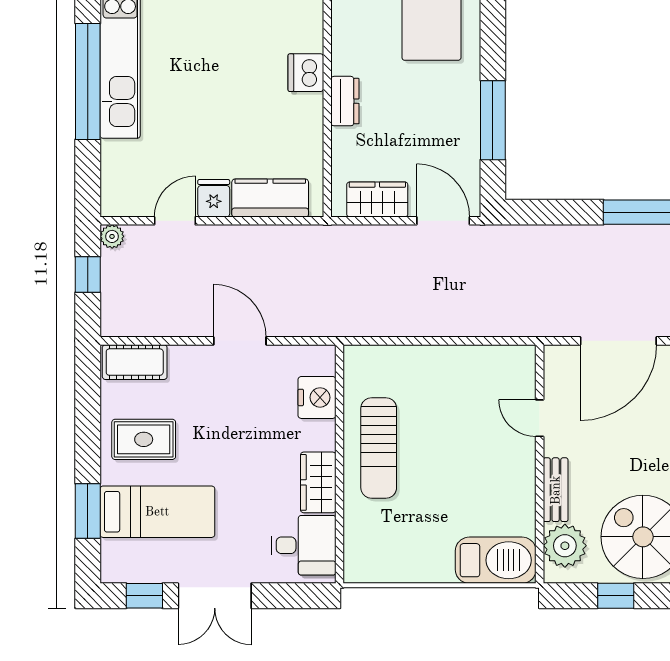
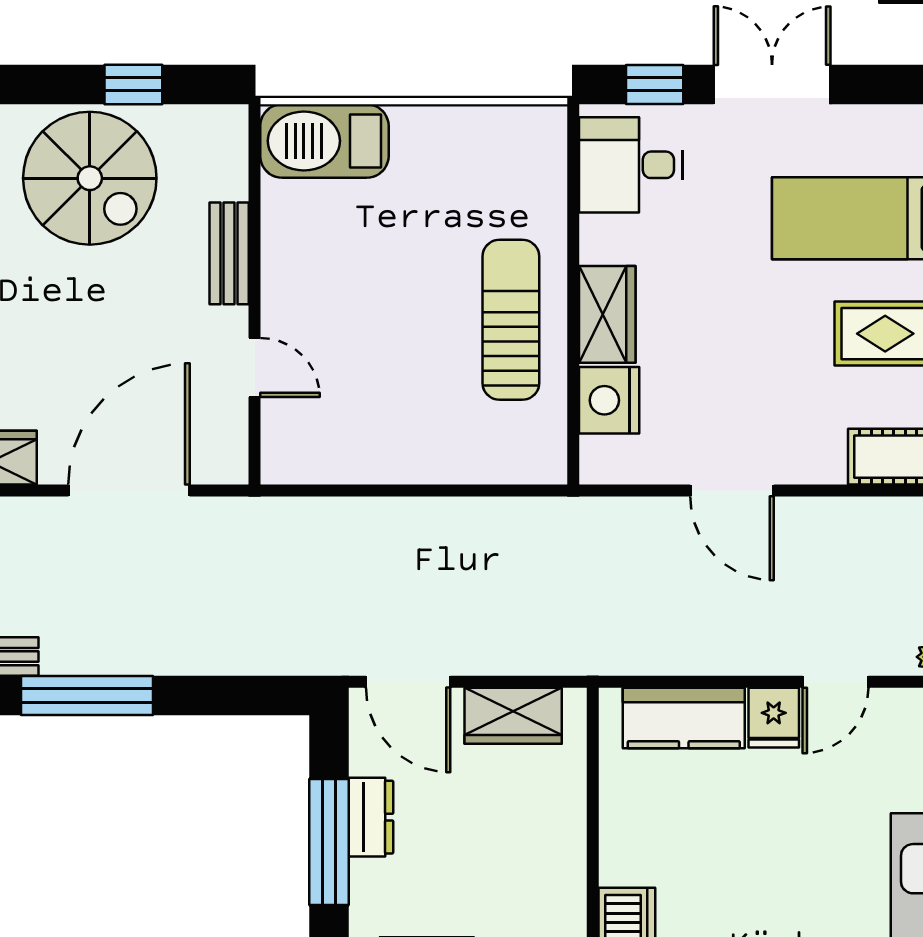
dresser: (345, 101) -> (371, 817), moved, turned 180
wardrobe: (318, 482) -> (607, 314), moved
plant: (565, 546) -> (214, 164), removed
window: (144, 596) -> (655, 84), moved

